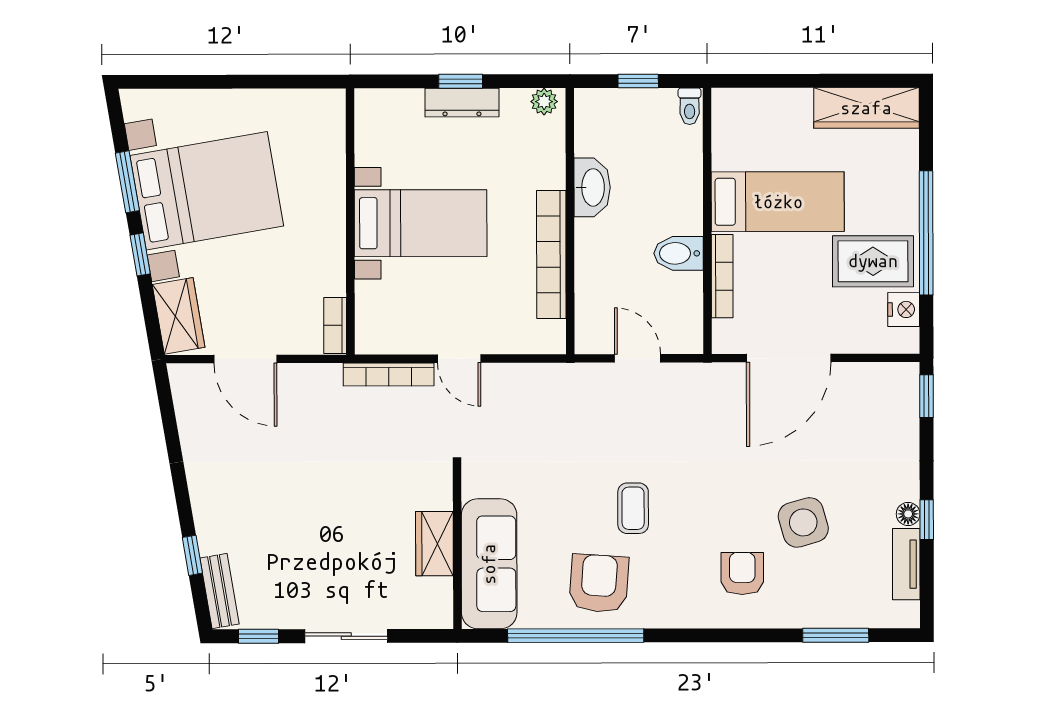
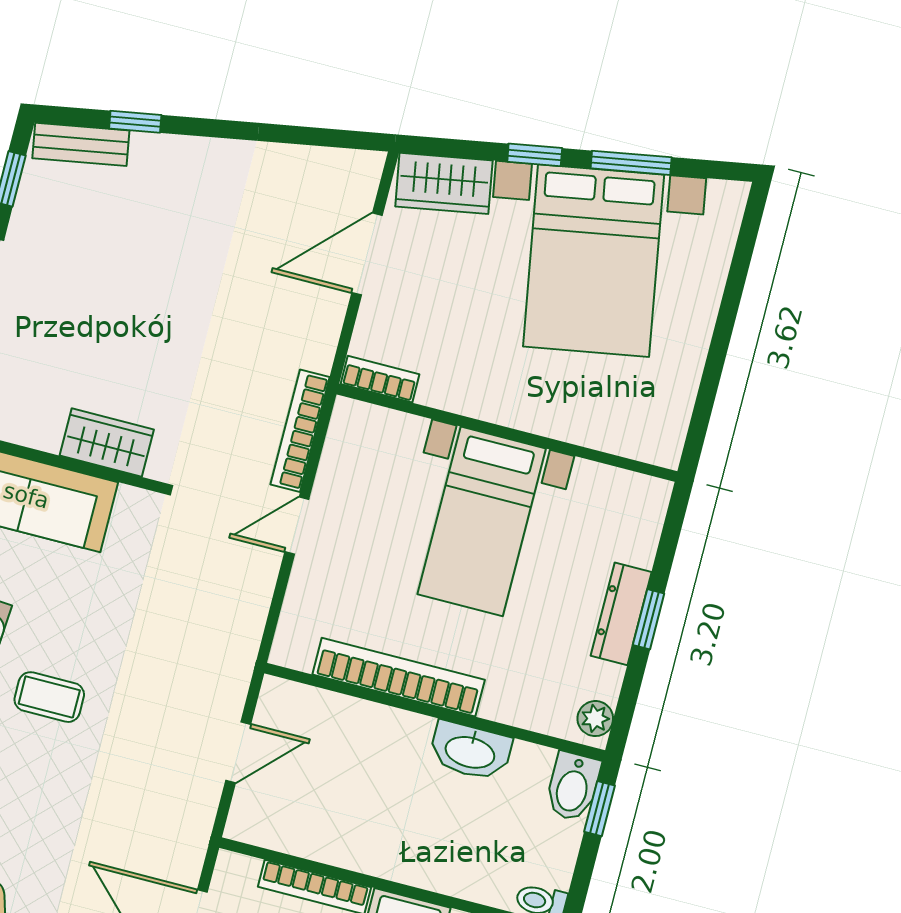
window: (638, 81) -> (600, 809), moved
bidet: (678, 253) -> (573, 787), moved, turned 180
wardrobe: (434, 544) -> (107, 443), moved

